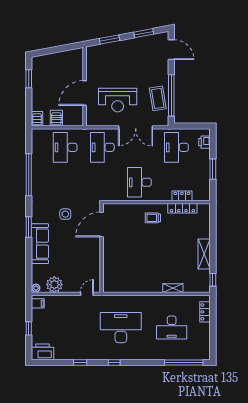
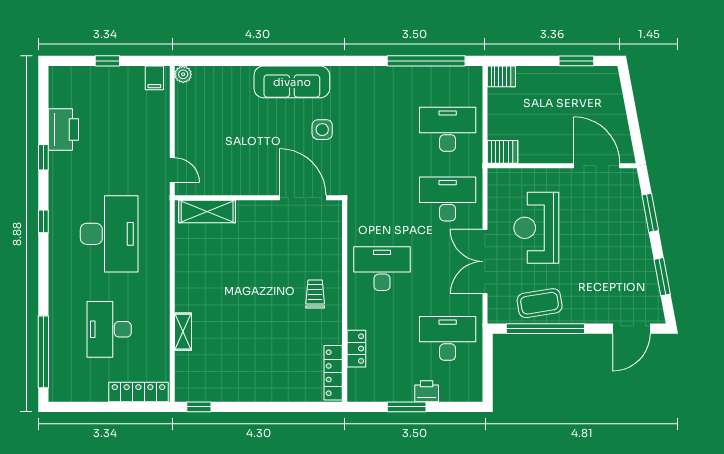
door: (85, 93) -> (597, 166), moved
server rack: (56, 118) -> (502, 152), moved
printer: (205, 142) -> (427, 391), moved
window: (29, 175) -> (426, 61), moved
locker: (182, 208) -> (333, 373), moved
window: (29, 227) -> (298, 61), removed
sofa: (40, 244) -> (292, 82), moved
shelving: (204, 254) -> (207, 211), moved
plant: (54, 285) -> (190, 109), removed
locker: (205, 312) -> (138, 392), width x1.53
printer: (43, 352) -> (63, 129), moved

